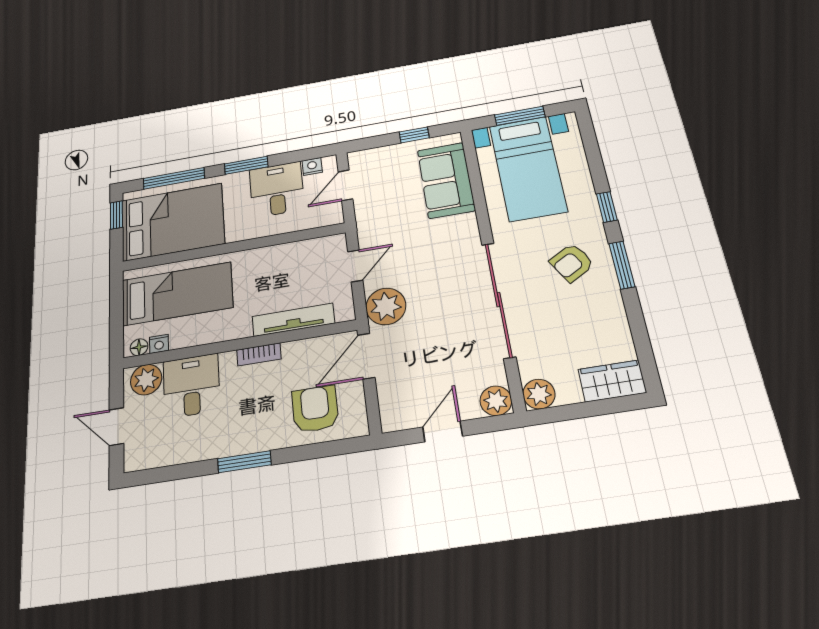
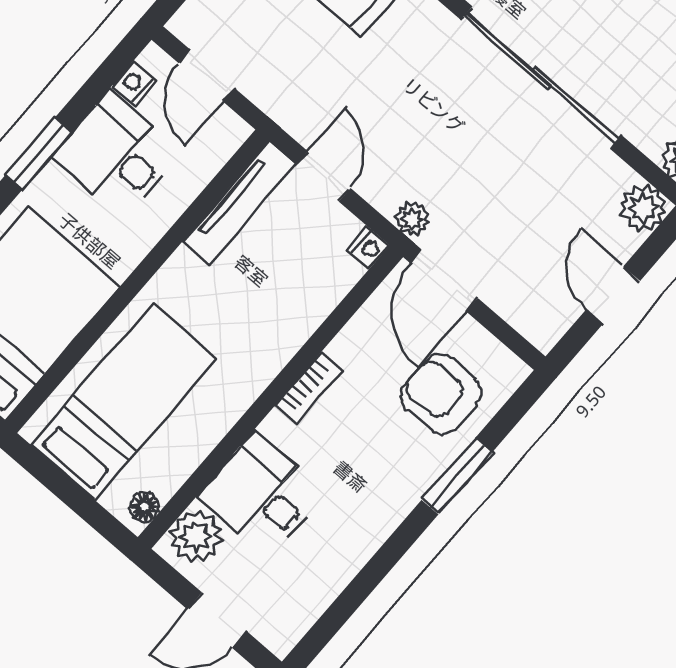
plant: (386, 306) -> (413, 219), width x0.53, depth x0.53
tv unit: (293, 320) -> (239, 203), moved, turned 180
nightstand: (159, 344) -> (368, 248), moved
window: (244, 462) -> (457, 476), moved

